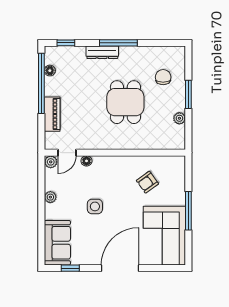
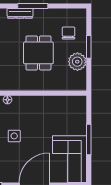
plant: (179, 118) -> (77, 62), width x1.88, depth x1.88
armchair: (147, 182) -> (56, 117), removed

